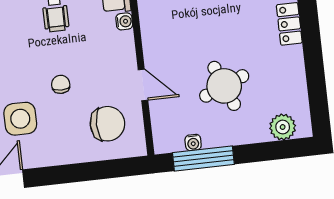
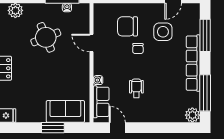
chair: (107, 124) -> (127, 26), moved

